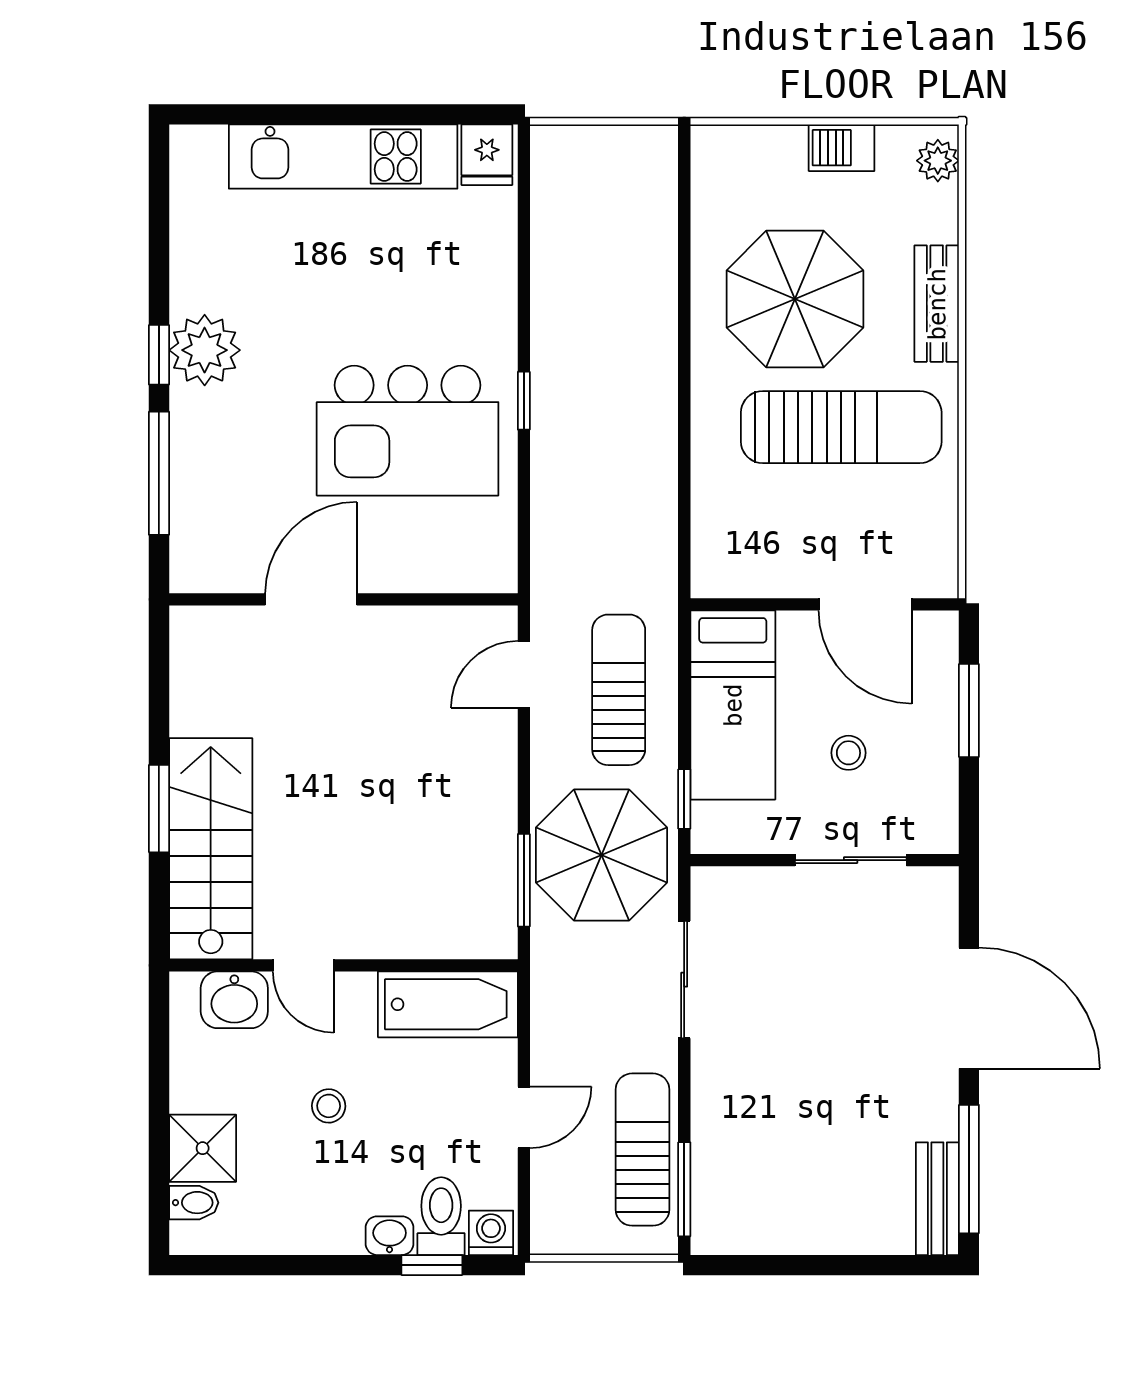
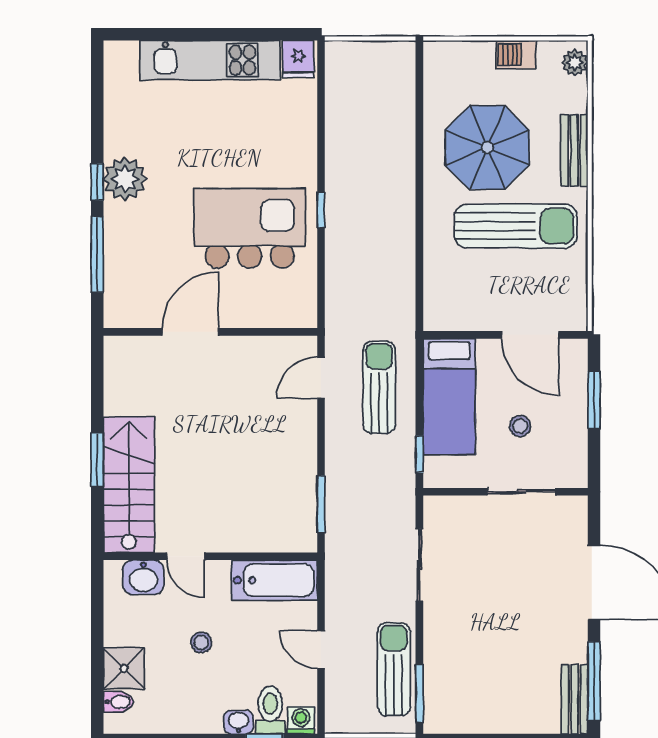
kitchen island: (408, 431) -> (250, 228), turned 180
parasol: (601, 855) -> (369, 489), removed
door: (524, 1117) -> (321, 650), swing flipped

